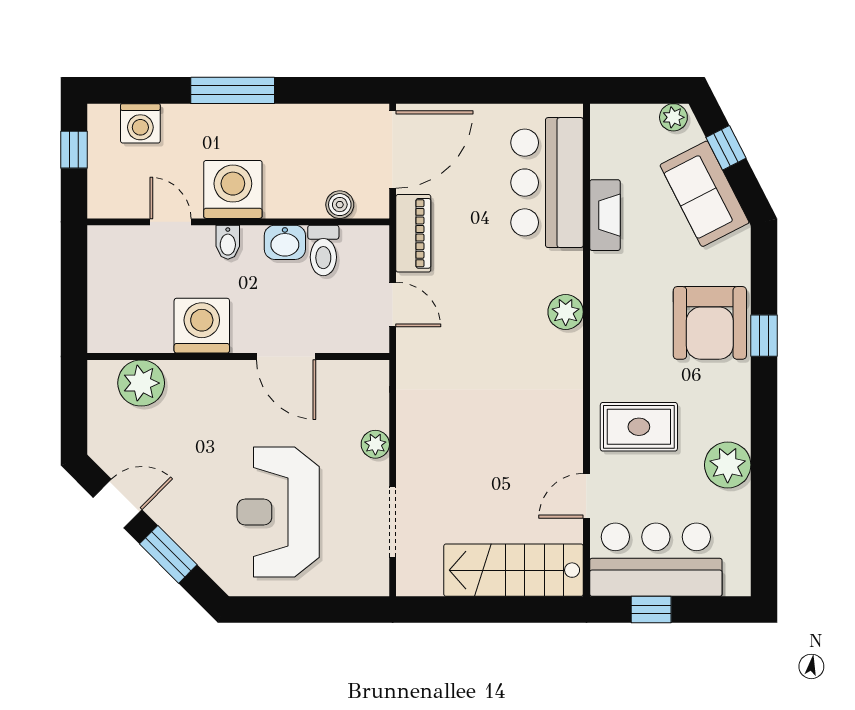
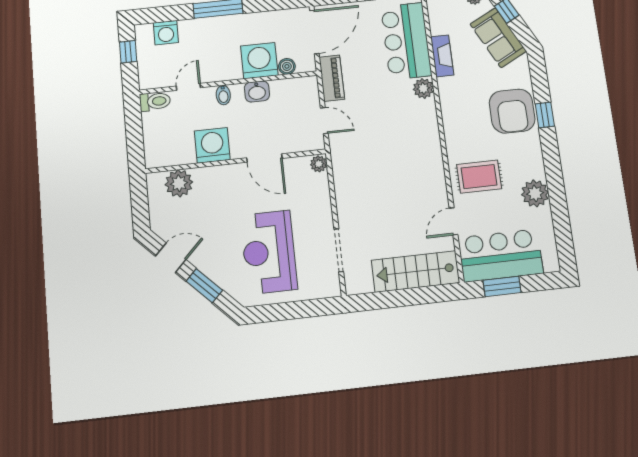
washing machine: (233, 189) -> (259, 61), moved
door: (170, 222) -> (188, 87), hinge flipped
toilet: (323, 250) -> (155, 101), moved, turned -90
plant: (566, 312) -> (423, 88), moved
plant: (375, 444) -> (319, 164), moved
window: (651, 610) -> (502, 286), width x1.50

